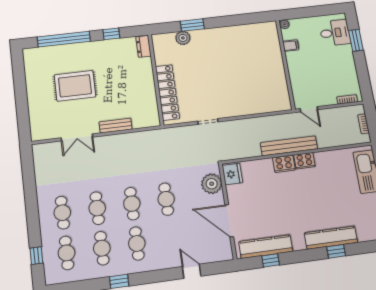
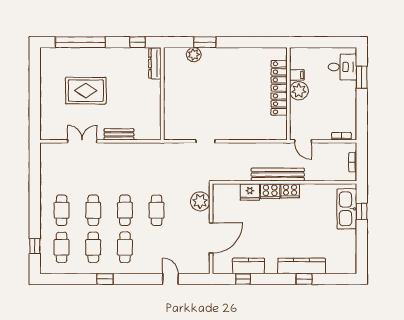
plant: (285, 24) -> (299, 91), moved, width x1.88, depth x1.88
window: (111, 34) -> (137, 42), moved
dresser: (143, 46) -> (155, 63), width x1.44
locker: (167, 92) -> (279, 88), moved, turned 180
double door: (77, 137) -> (82, 141), swing flipped
fridge: (232, 174) -> (250, 192), moved, turned 90
door: (229, 221) -> (211, 238), swing flipped
kitchen counter: (266, 247) -> (249, 266), width x0.67

